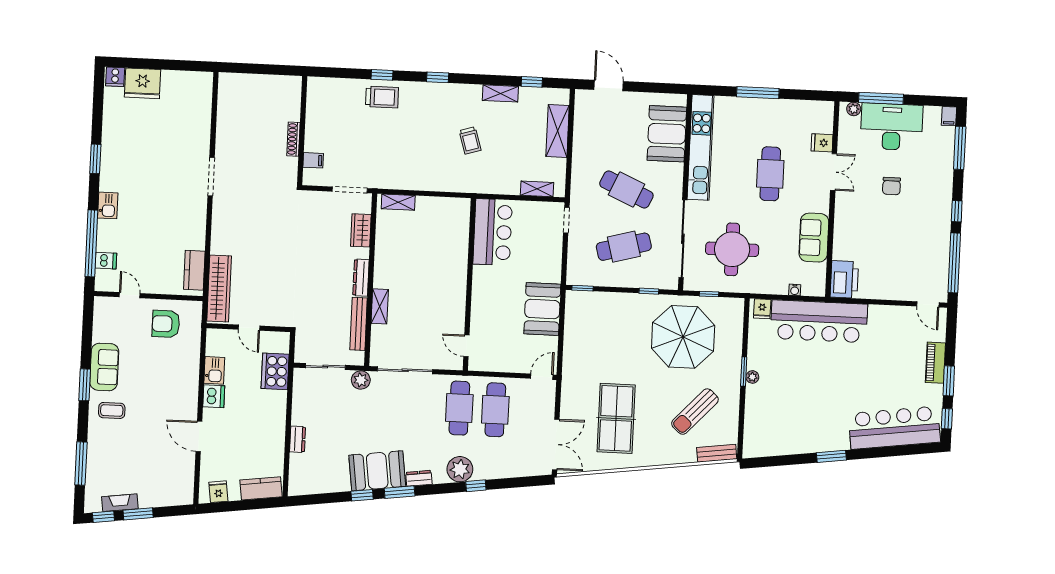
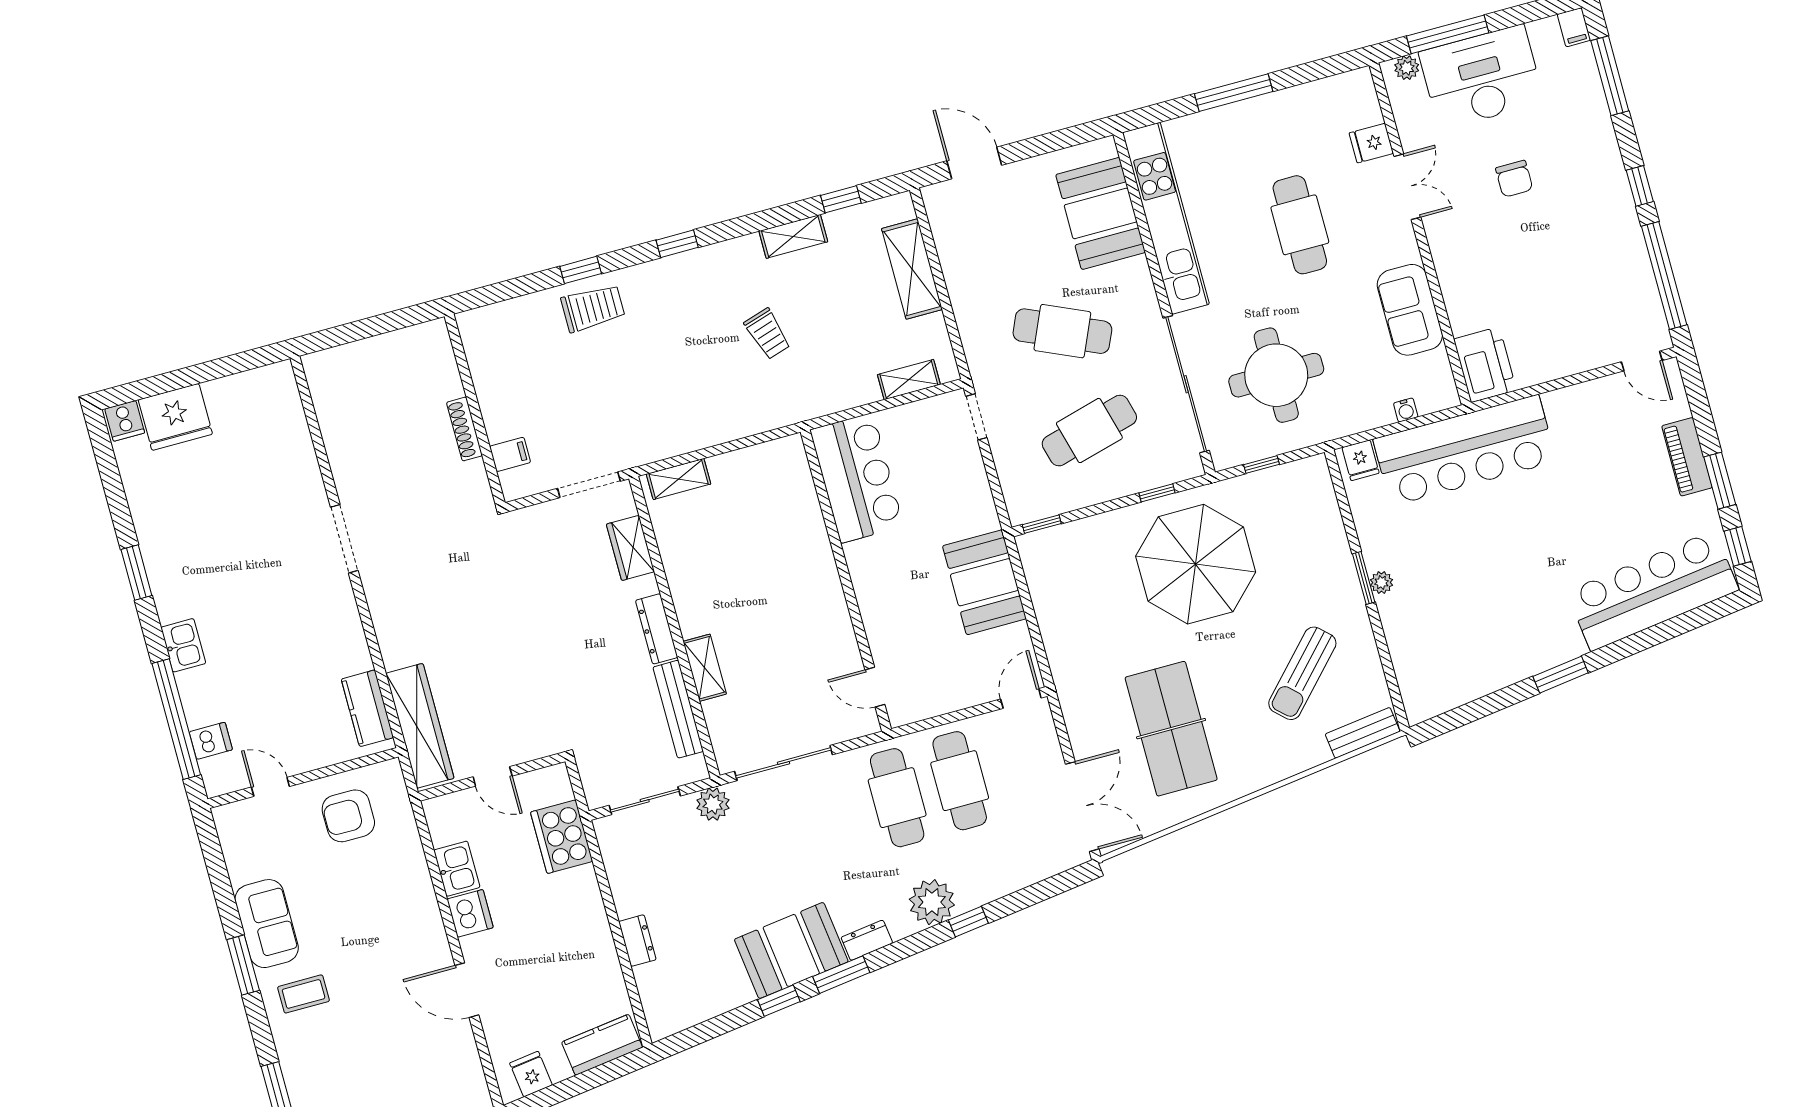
parasol: (683, 337) -> (1196, 564), moved

